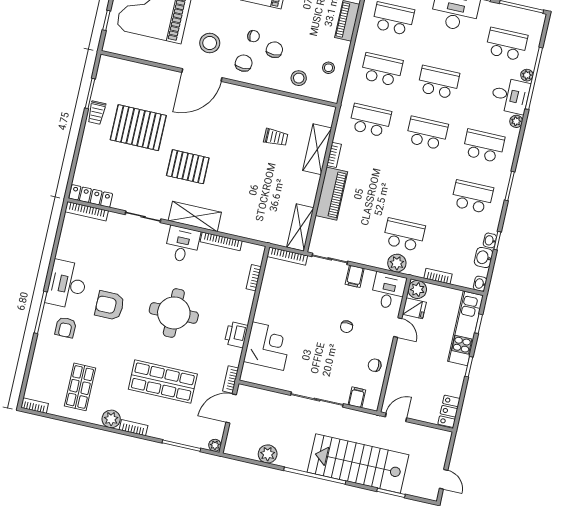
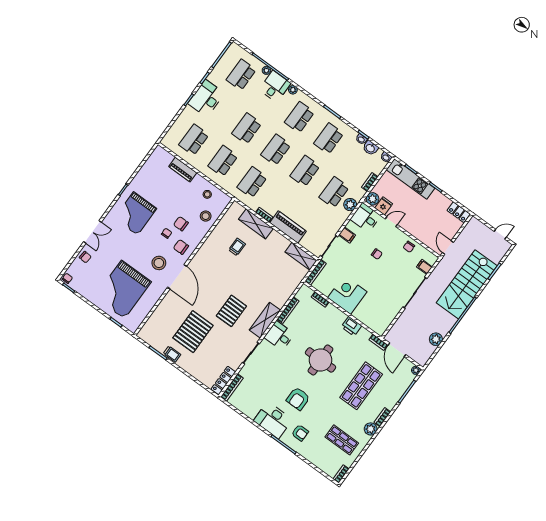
school desk: (415, 184) -> (305, 171), added
corner desk: (268, 346) -> (347, 295), moved

